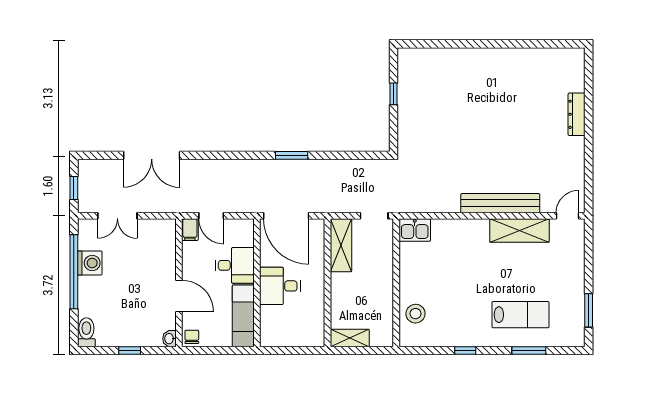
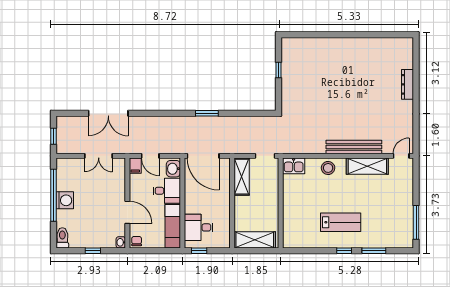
double door: (117, 216) -> (99, 156), moved
washbasin: (244, 234) -> (173, 169), added
washing machine: (90, 263) -> (65, 200), moved
desk: (280, 286) -> (199, 227), moved
window: (589, 310) -> (416, 222), width x1.44
stool: (415, 314) -> (328, 168), moved
lab bench: (520, 315) -> (341, 222), moved
shelving: (350, 338) -> (255, 240), width x1.50, depth x1.33
window: (280, 350) -> (199, 251), added
window: (465, 350) -> (344, 251), moved

